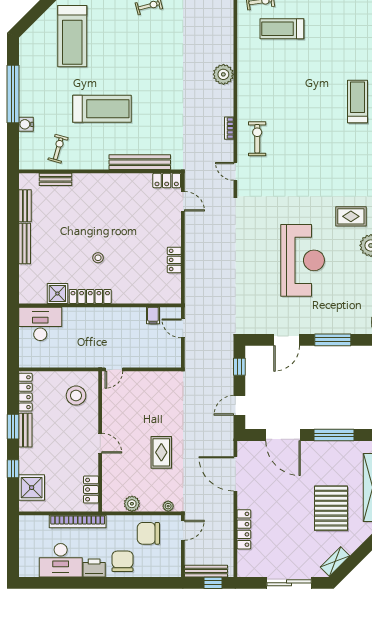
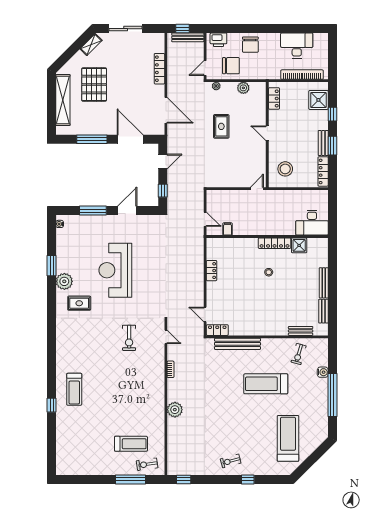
exercise bike: (257, 139) -> (129, 338), moved
bookcase: (78, 521) -> (302, 75), moved
printer: (94, 568) -> (218, 40), moved

